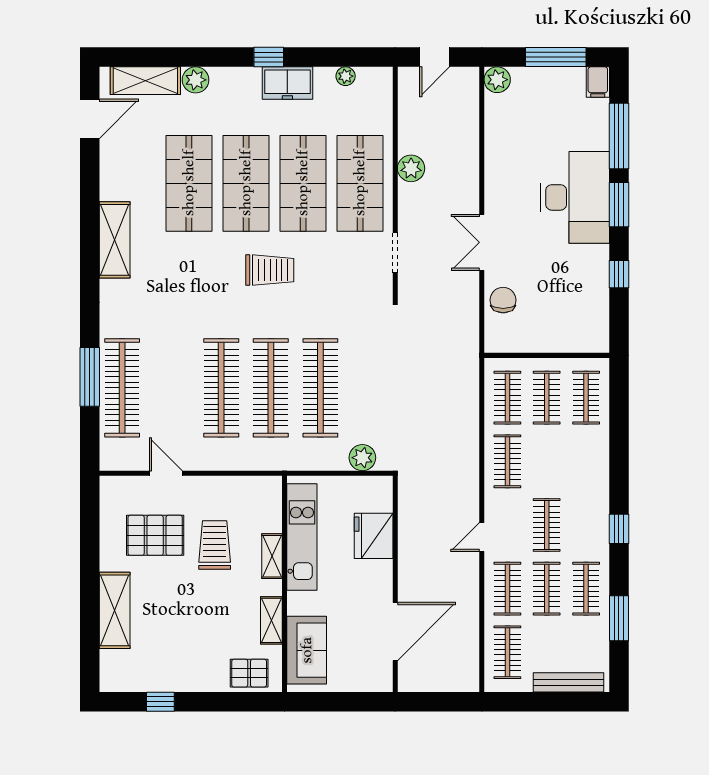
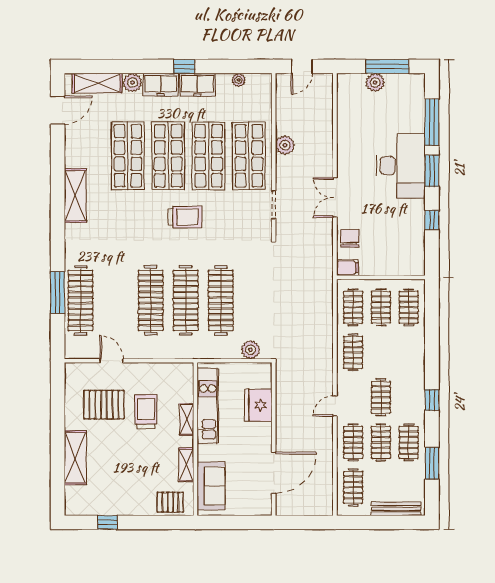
plant: (497, 80) -> (375, 82), moved
filing cabinet: (598, 82) -> (347, 268), moved, turned -90
freezer: (235, 83) -> (161, 85), added

